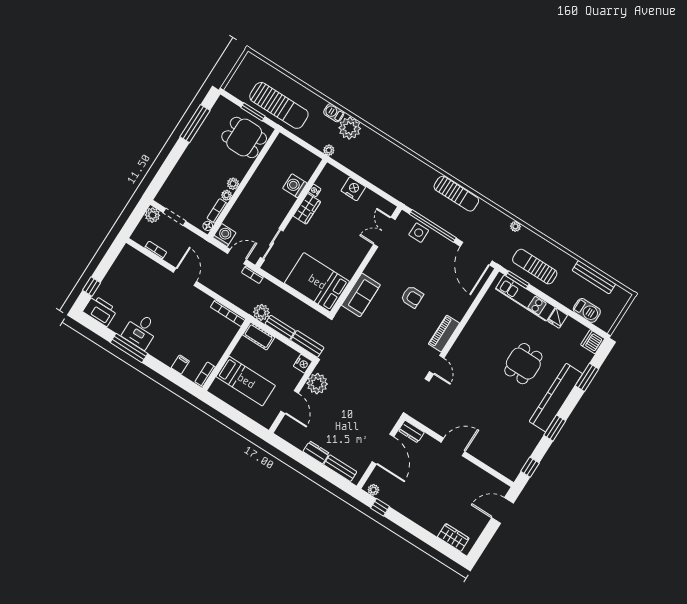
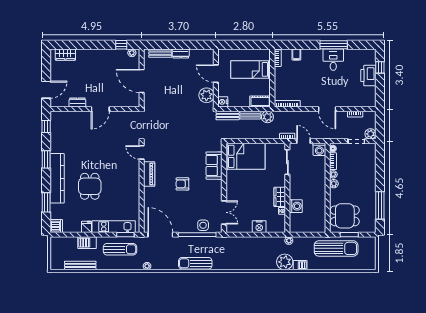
sun lounger: (279, 105) -> (336, 248), turned 180
door: (237, 257) -> (303, 141), swing flipped
barbecue: (587, 310) -> (87, 243), moved
printer: (100, 311) -> (368, 76), moved, turned 90
dresser: (411, 431) -> (77, 102), moved

